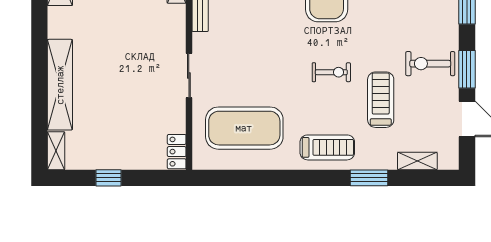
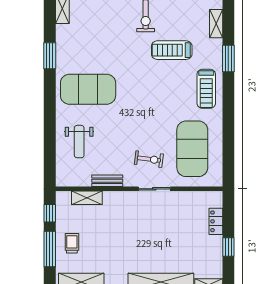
exercise bike: (331, 72) -> (149, 159), moved, turned 97
treadmill: (327, 147) -> (206, 89), turned 180
locker: (177, 152) -> (216, 221), moved, turned 90

